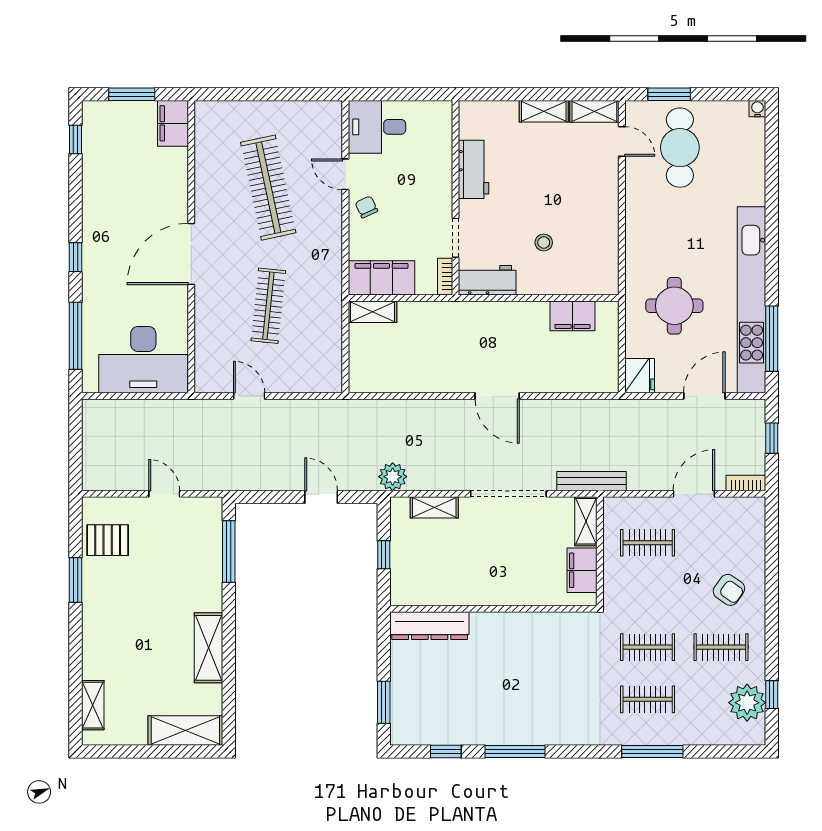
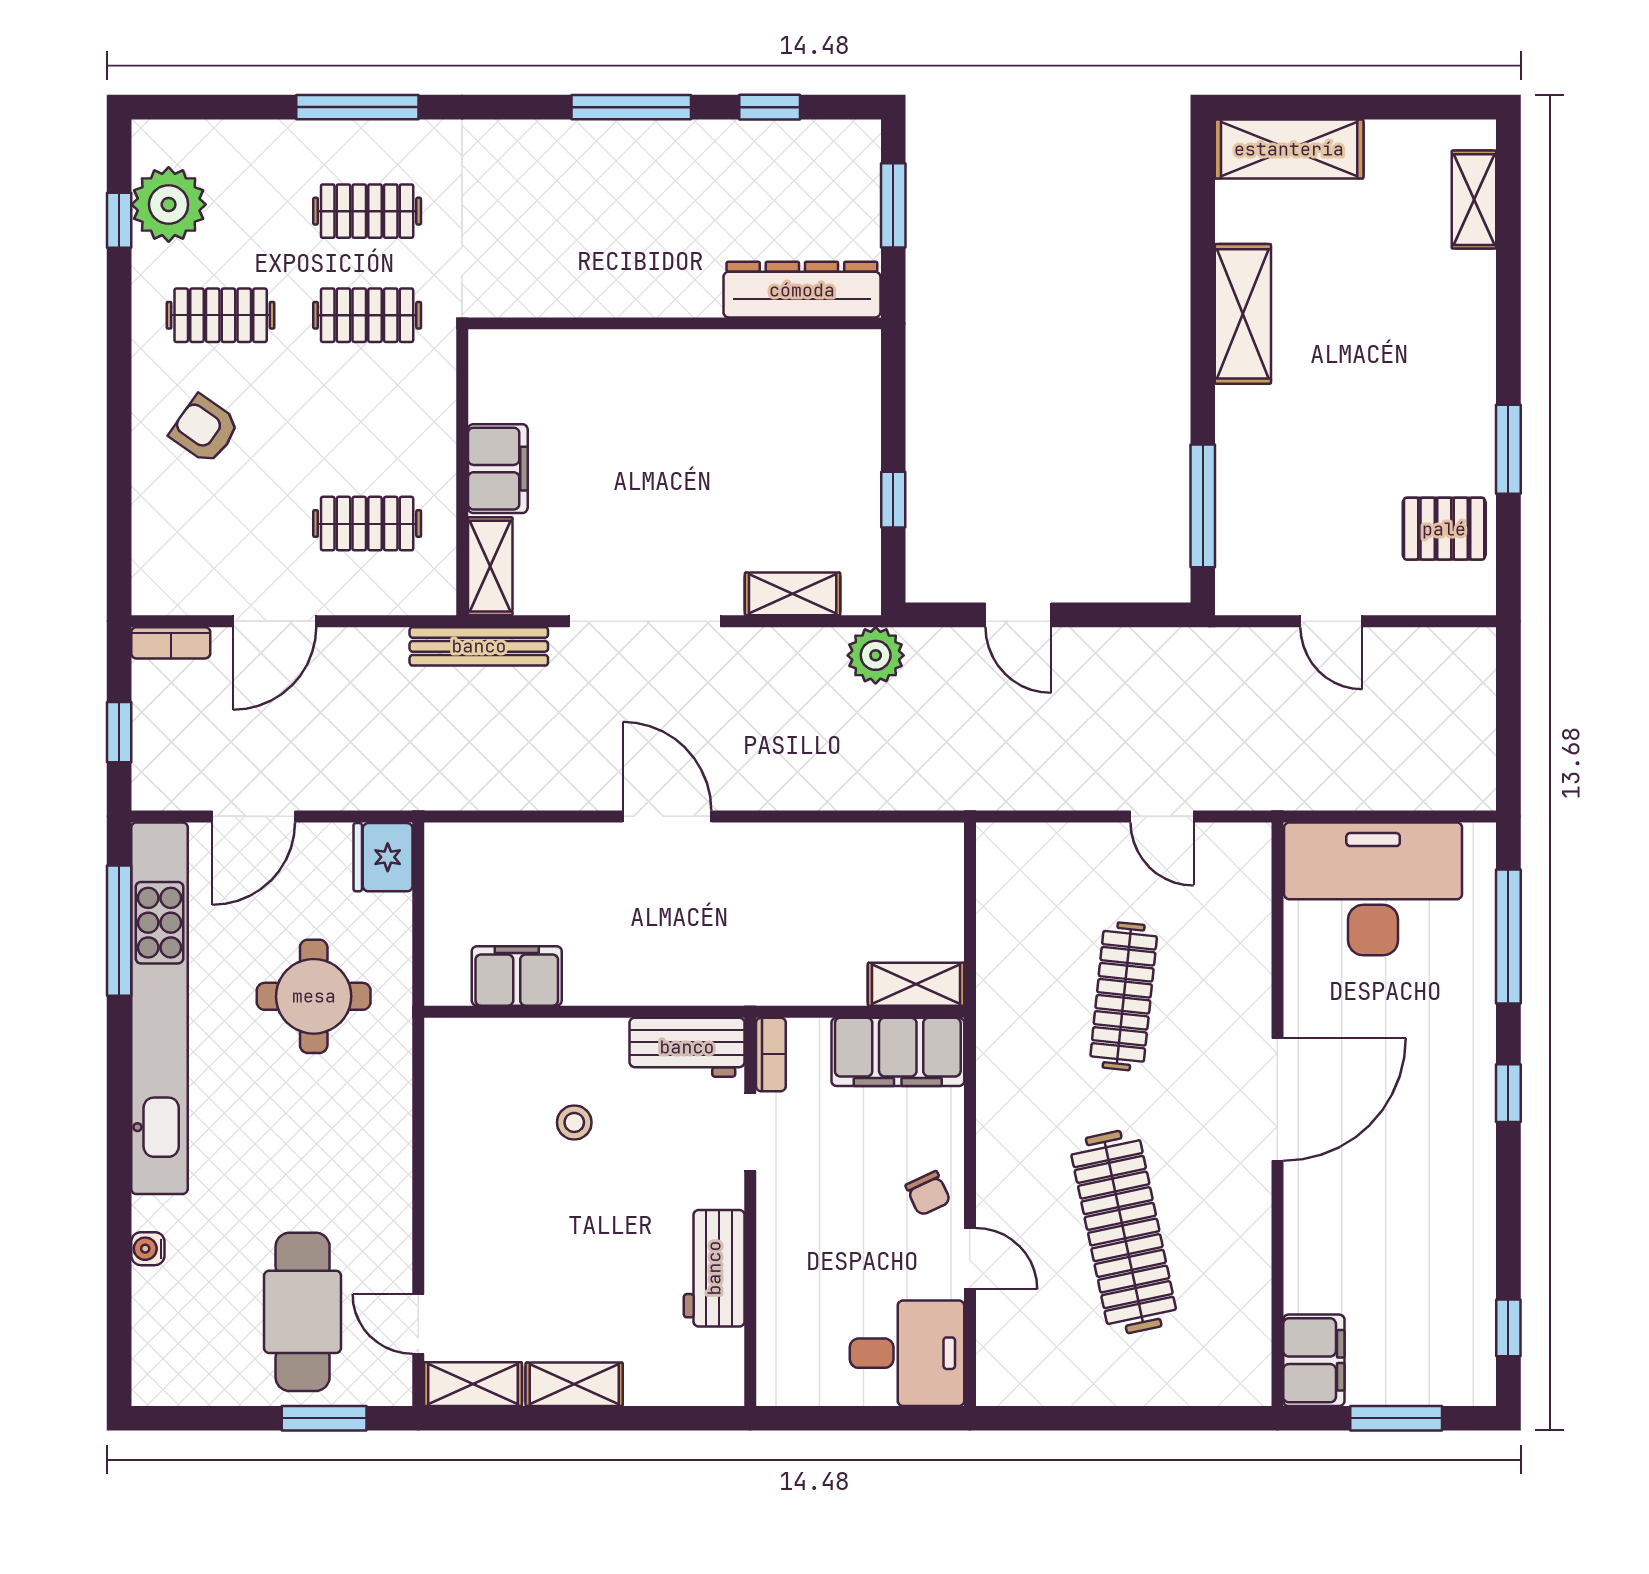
water cooler: (757, 109) -> (148, 1249), moved, turned 90
wall: (493, 609) -> (675, 323), moved
dresser: (430, 626) -> (802, 290), moved

